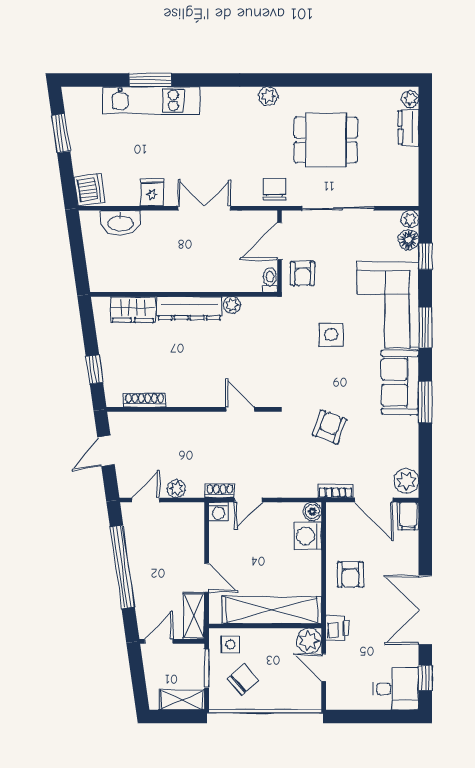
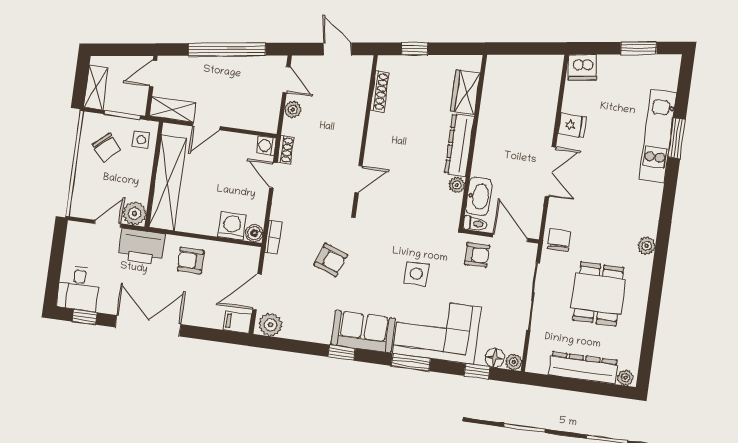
dresser: (408, 127) -> (583, 368), width x1.96, depth x1.24
chair: (275, 189) -> (559, 240), turned -90
washbasin: (121, 223) -> (479, 196), moved, turned 180
armchair: (303, 274) -> (477, 255), turned 180
window: (425, 402) -> (342, 353), width x0.67
bookcase: (336, 491) -> (273, 237), moved
printer: (337, 628) -> (142, 246), width x1.87, depth x1.48
door: (159, 641) -> (153, 74), swing flipped

